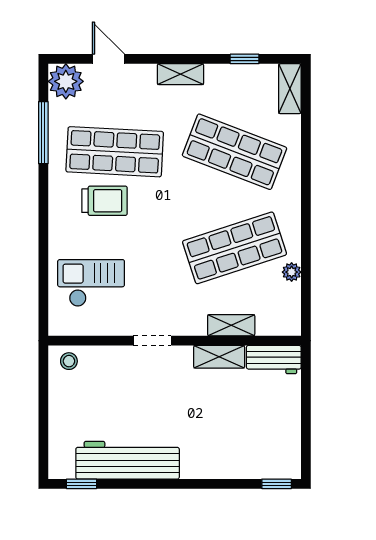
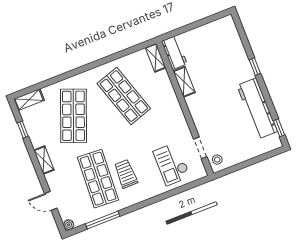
door: (108, 59) -> (51, 201), hinge flipped
plant: (66, 81) -> (69, 225), width x0.53, depth x0.53
plant: (292, 272) -> (125, 61), removed
shelving: (231, 325) -> (156, 58), moved
doorway: (152, 341) -> (200, 148), moved
window: (277, 484) -> (255, 67), moved

